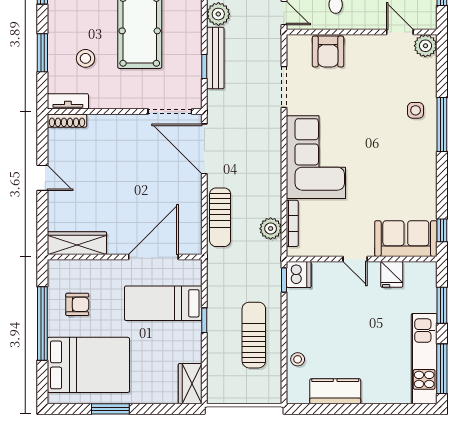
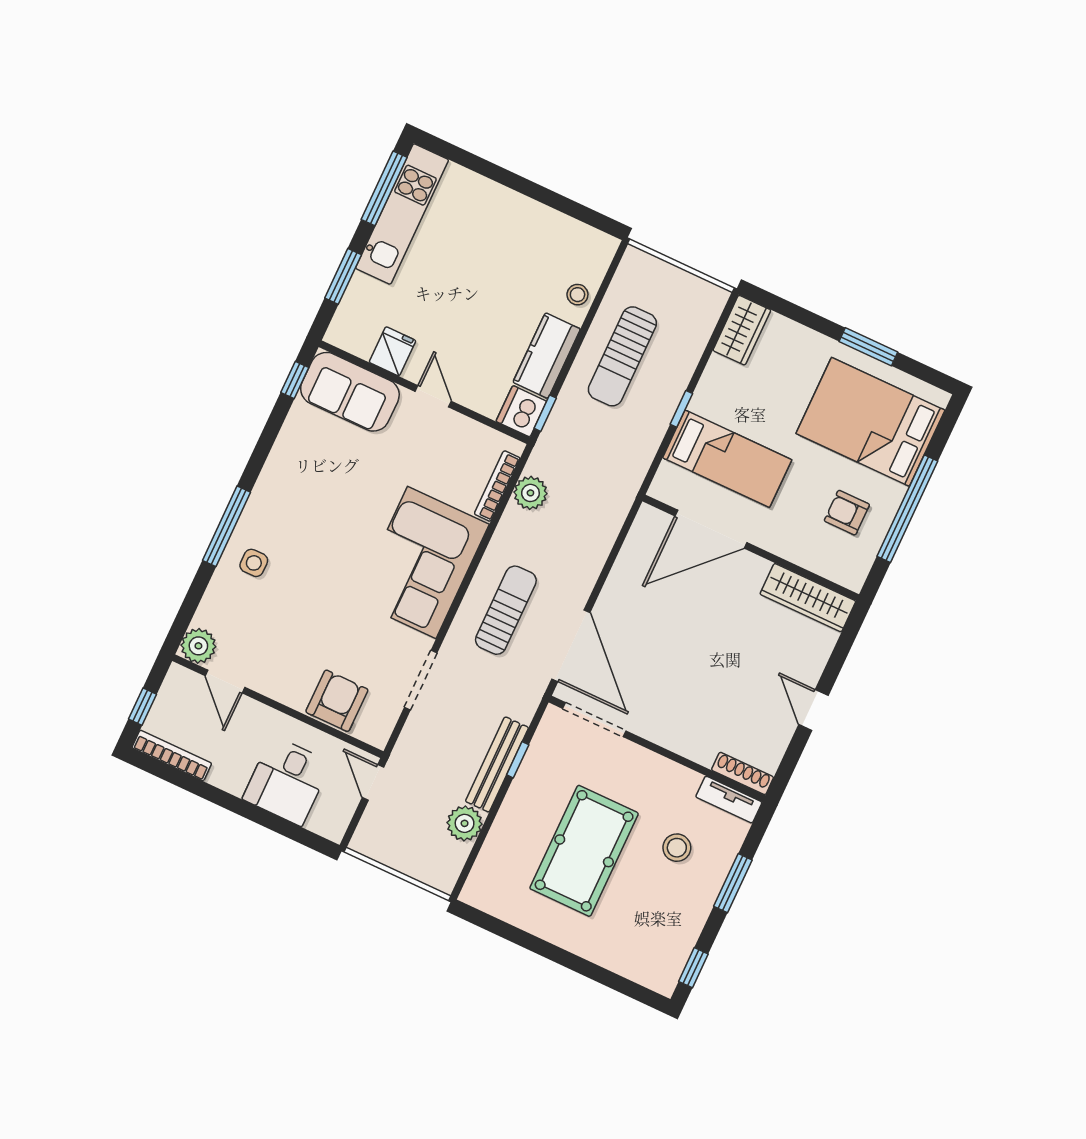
sun lounger: (220, 217) -> (506, 610), moved
kitchen counter: (335, 391) -> (547, 356), moved, turned 90

